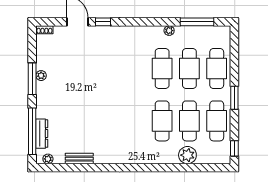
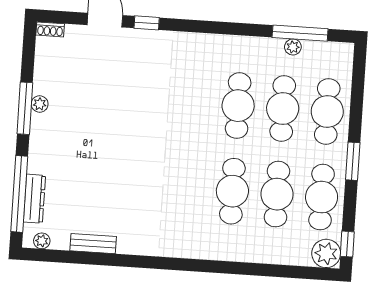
plant: (169, 31) -> (293, 47), moved
plant: (187, 155) -> (326, 253), moved

